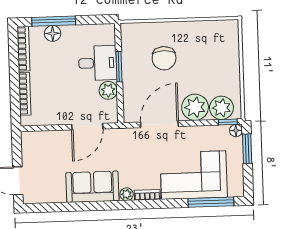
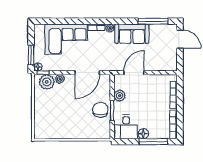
floor lamp: (53, 33) -> (143, 134), moved
chair: (164, 58) -> (100, 110), moved
desk: (98, 63) -> (126, 127), moved, turned -90
plant: (195, 107) -> (60, 79), width x0.53, depth x0.53
window: (211, 202) -> (153, 21), moved

